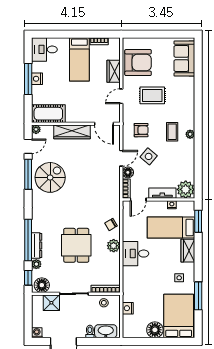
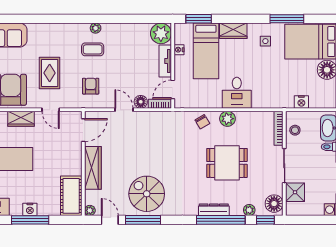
side table: (149, 156) -> (122, 77), removed
door: (138, 199) -> (173, 90), swing flipped
dresser: (37, 245) -> (214, 210), moved

